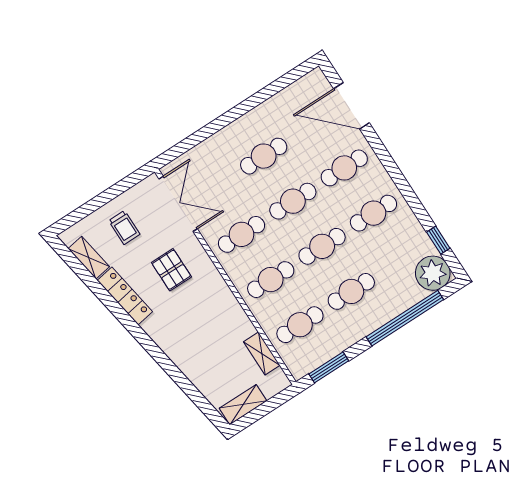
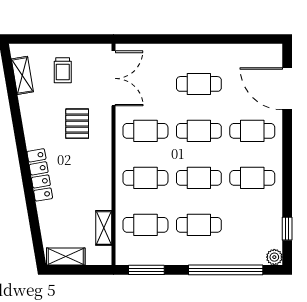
plant: (433, 273) -> (274, 257), width x0.53, depth x0.53
locker: (125, 296) -> (40, 175), moved

